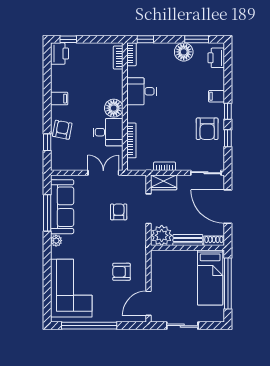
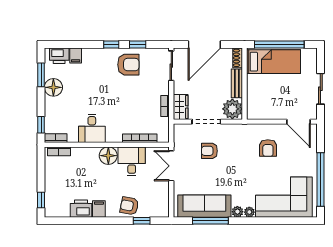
printer: (59, 54) -> (81, 209), moved
filing cabinet: (217, 96) -> (76, 55), moved
plant: (56, 253) -> (249, 212), added

